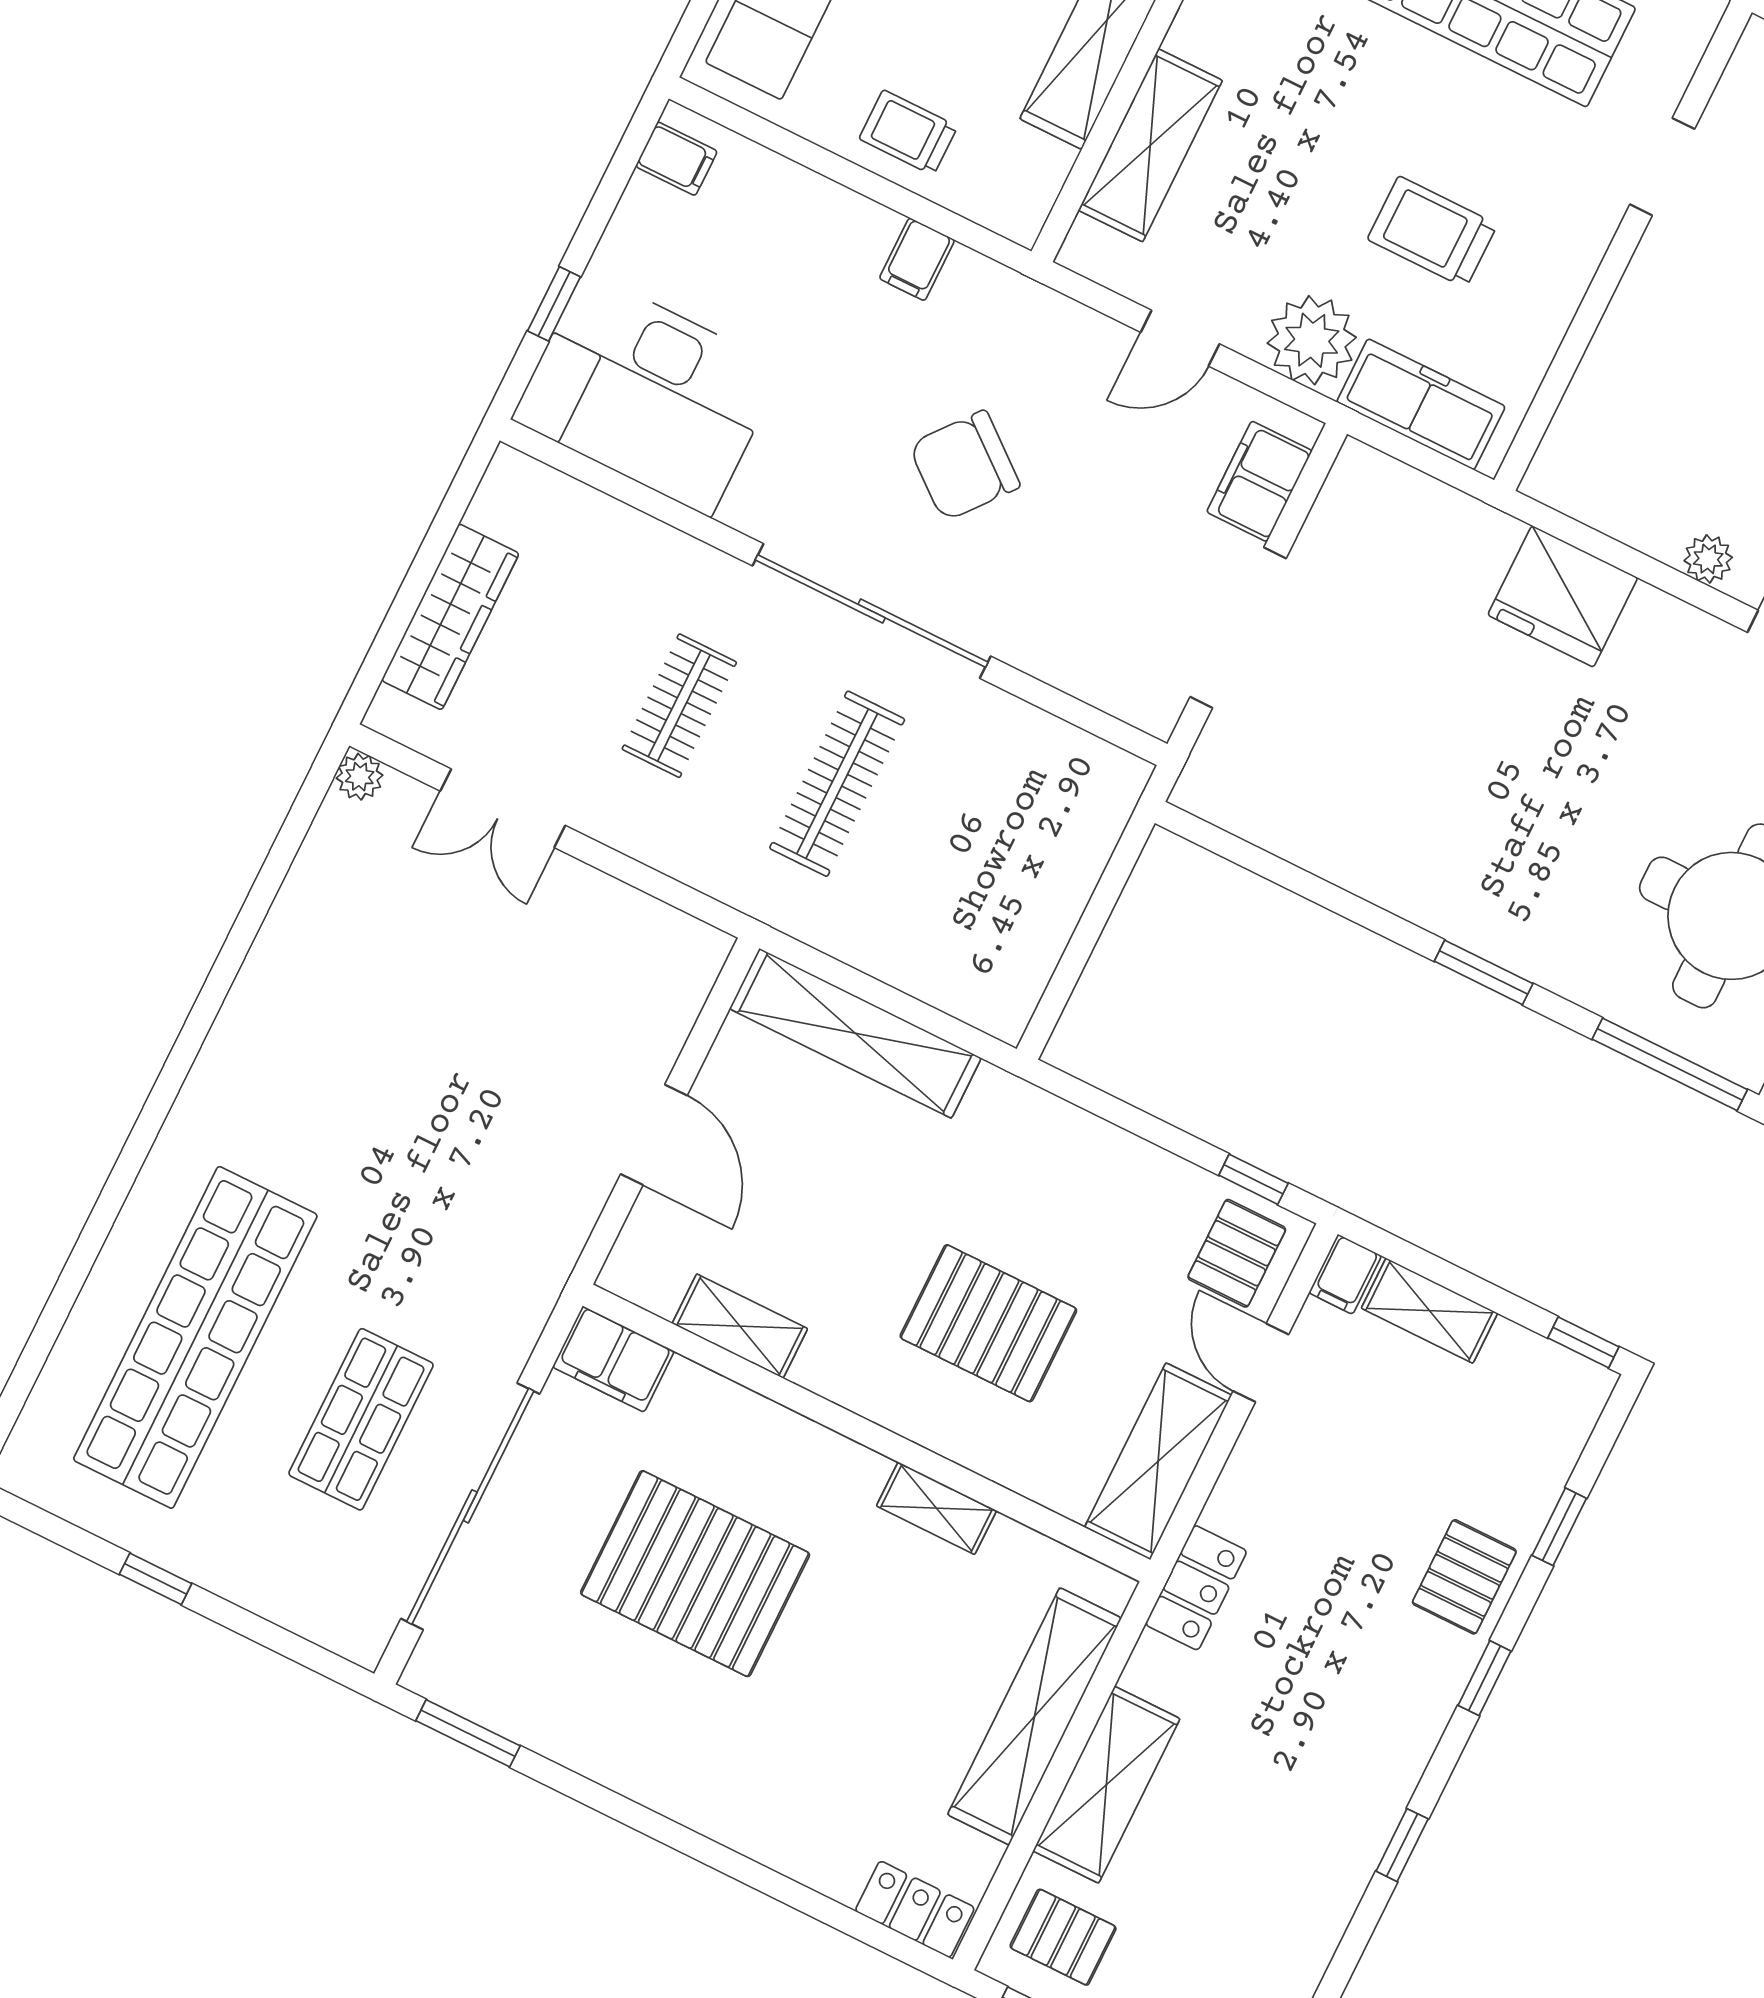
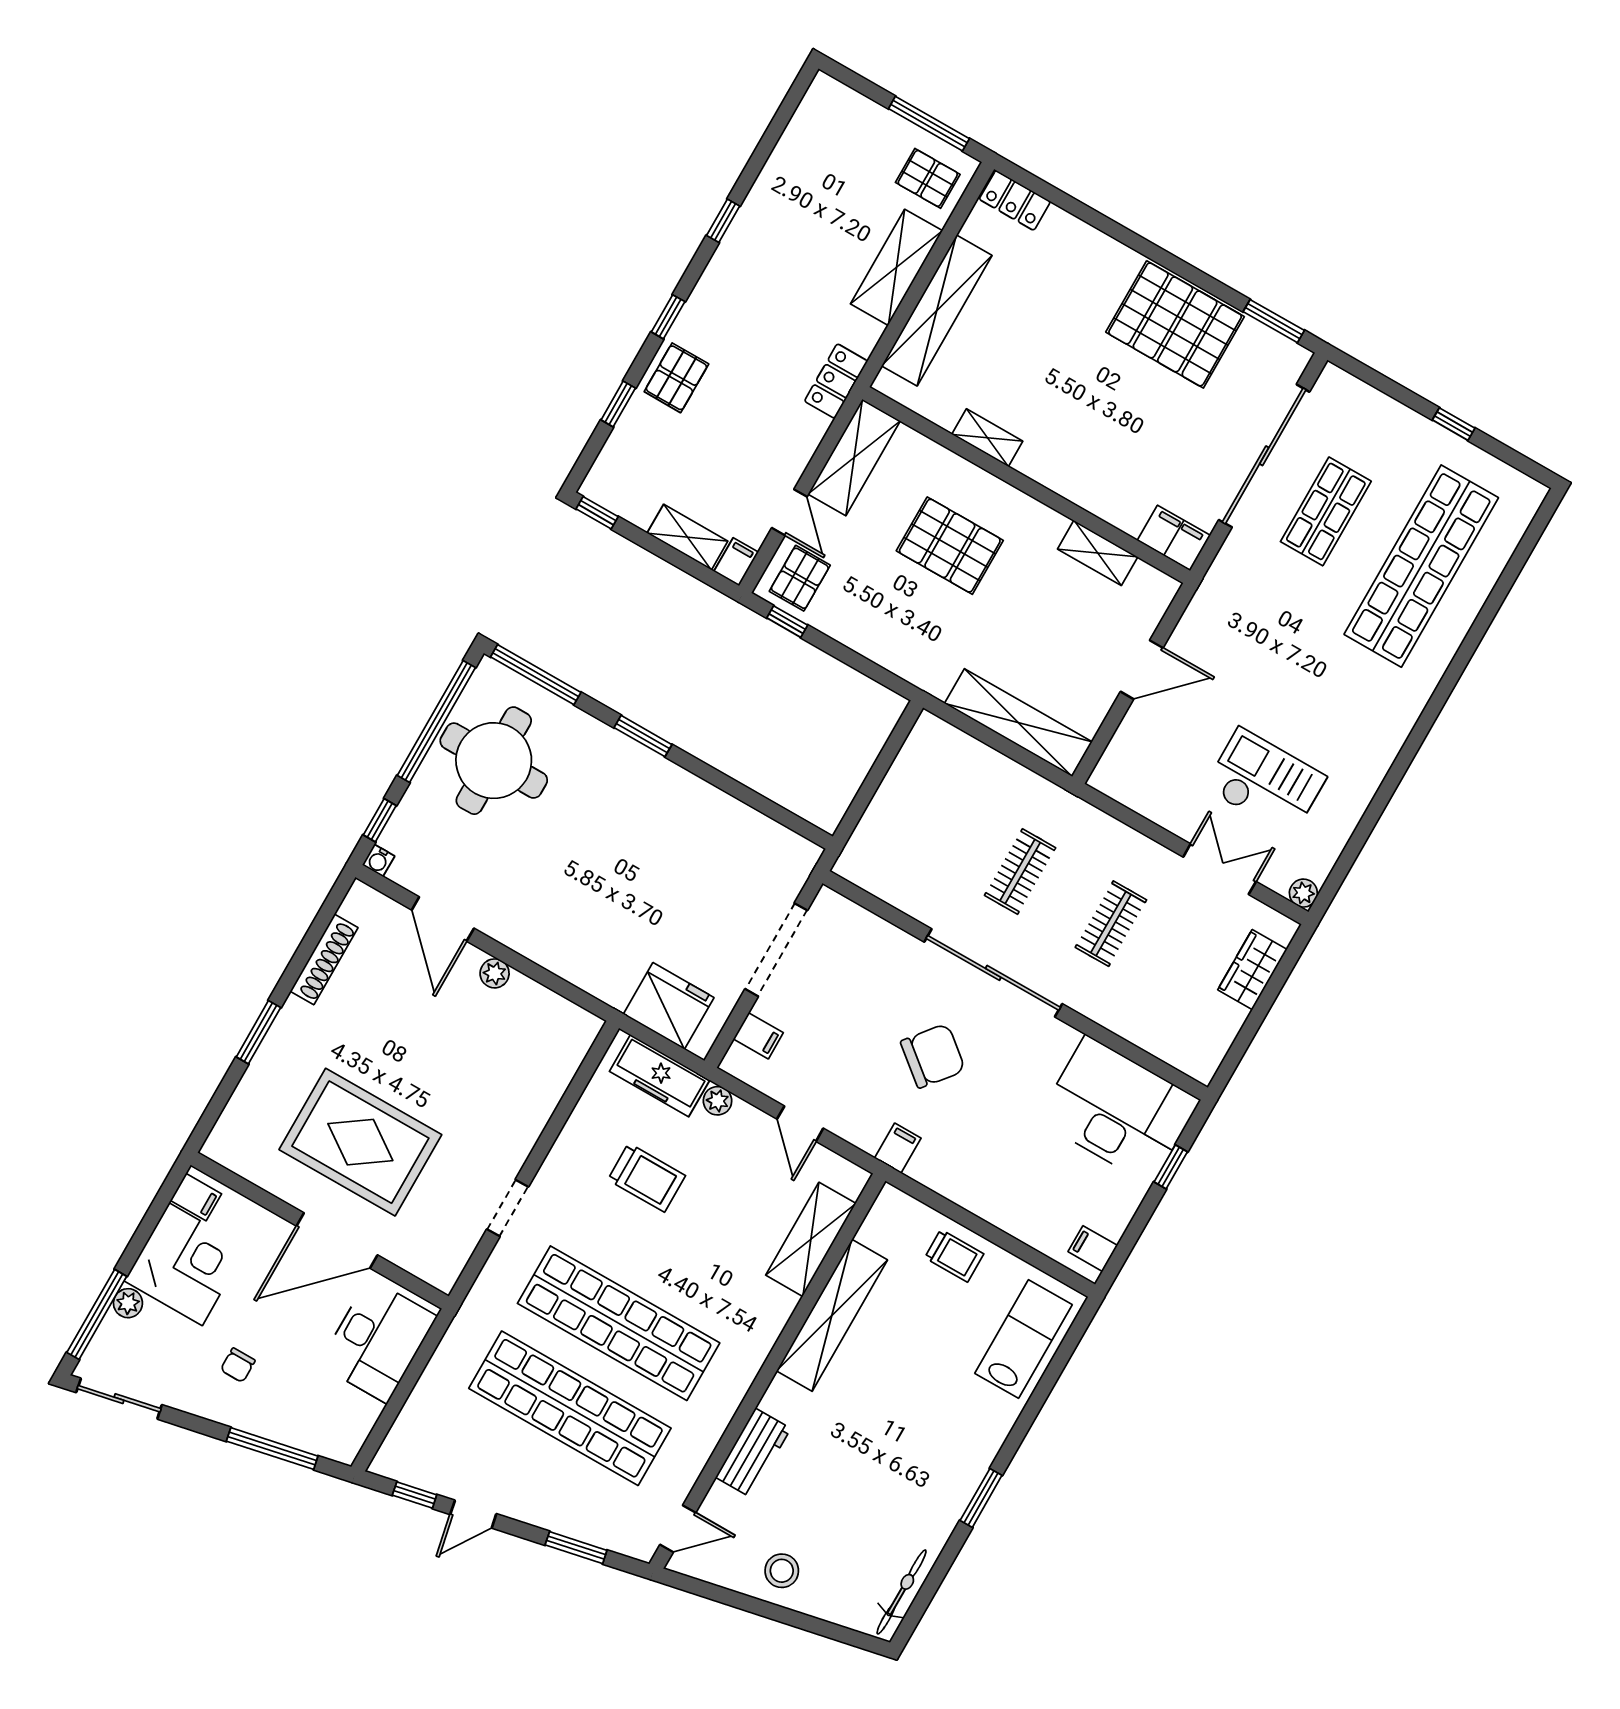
filing cabinet: (917, 259) -> (898, 1148), moved
door: (1180, 338) -> (800, 1124), swing flipped
plant: (1312, 340) -> (718, 1101), width x0.53, depth x0.53
filing cabinet: (1259, 481) -> (758, 1036), width x0.50
fridge: (1563, 596) -> (669, 1006), moved
wardrobe: (450, 617) -> (1252, 970), width x0.67
clothes rail: (837, 784) -> (1020, 872), width x0.73
checkout: (435, 959) -> (1265, 782), added
door: (654, 1135) -> (1142, 670), swing flipped
pallet: (695, 1574) -> (1175, 324), moved

